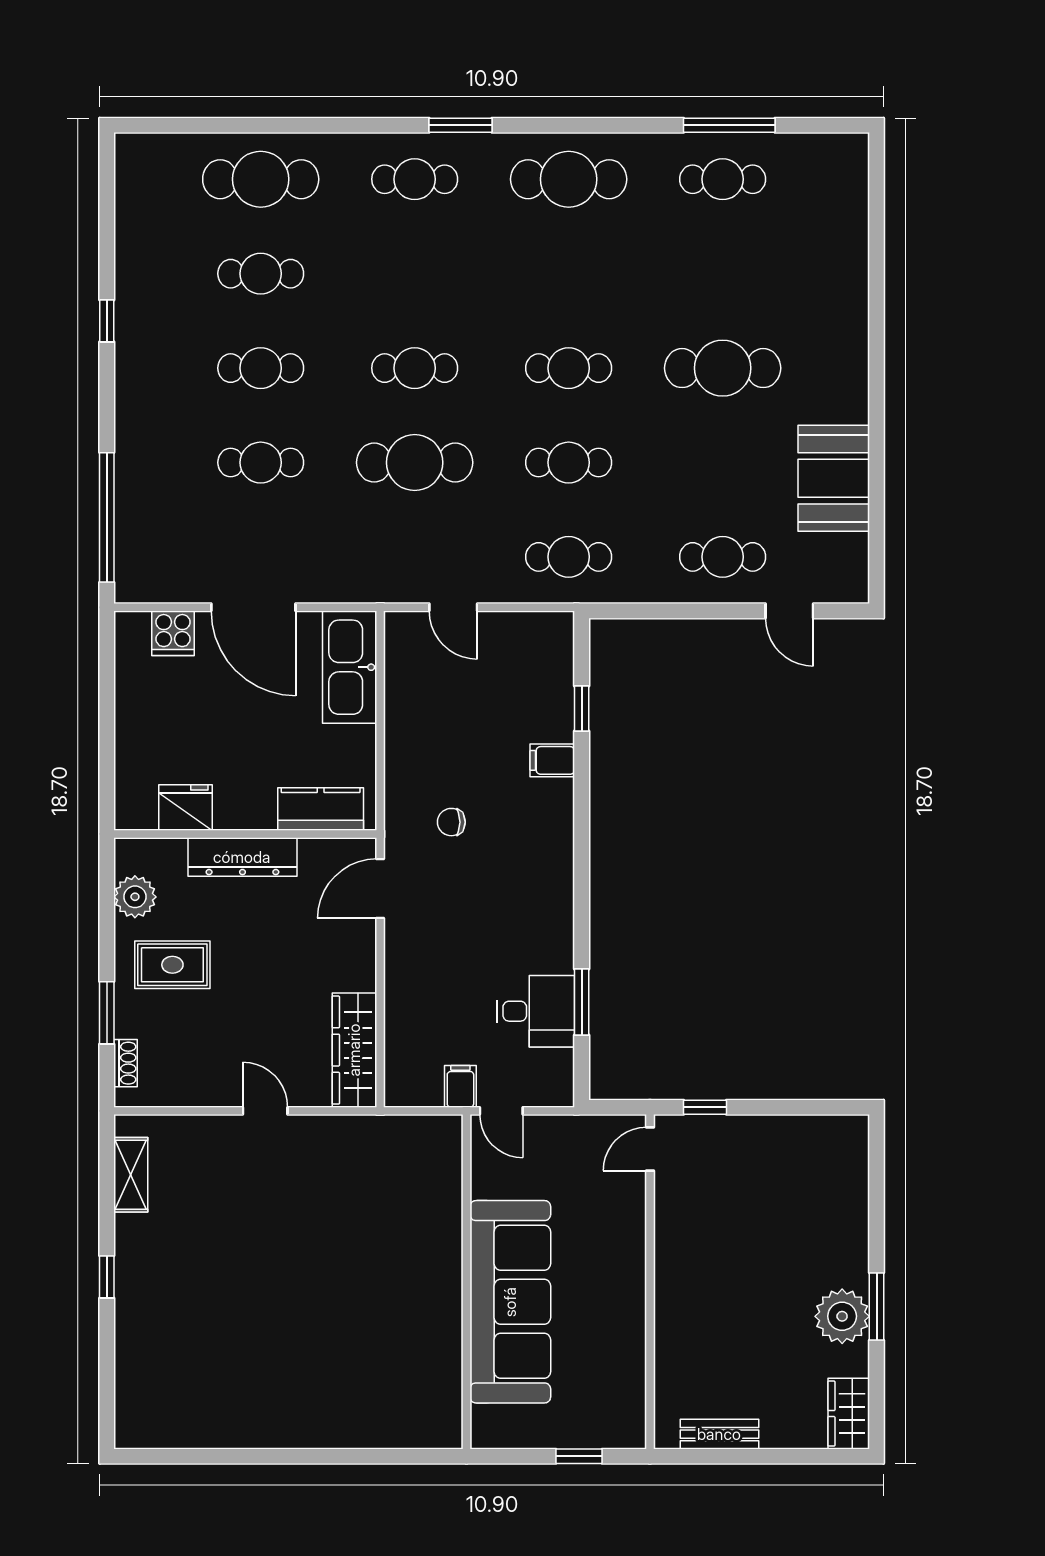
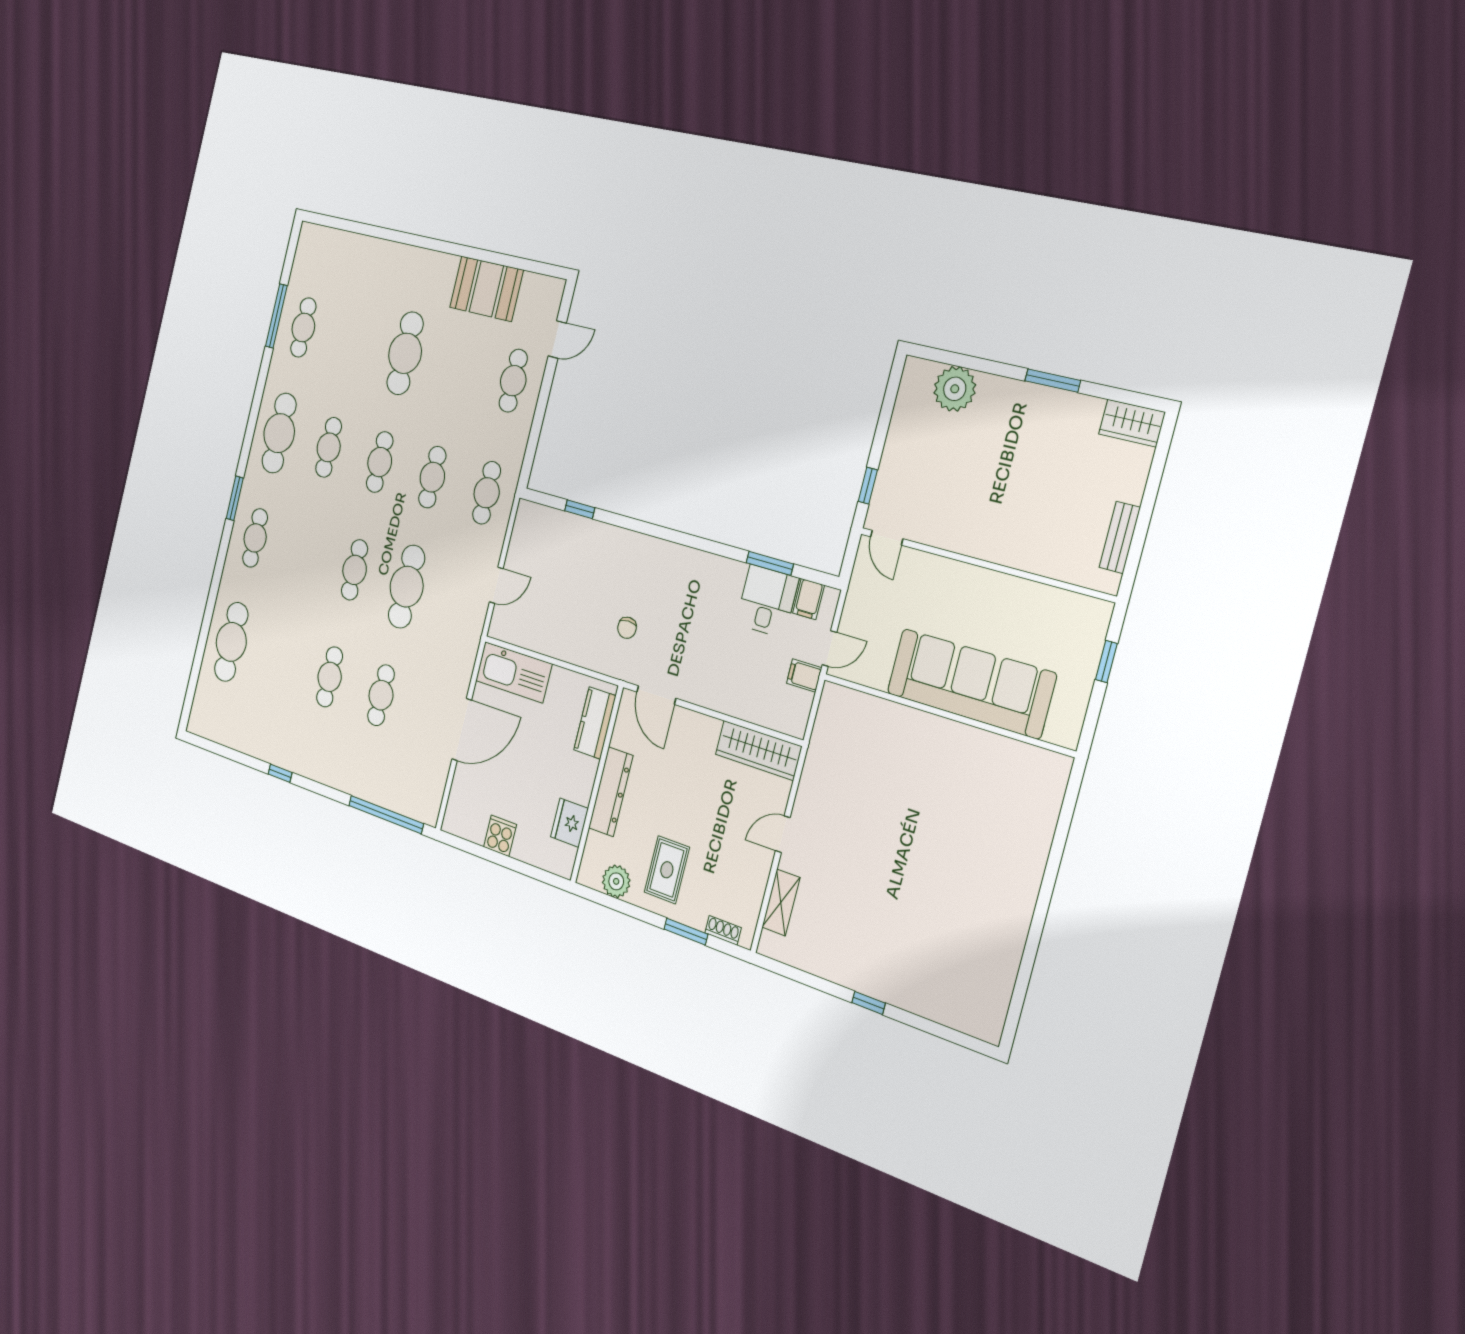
cafe table: (261, 274) -> (329, 447), moved
cooker: (173, 633) -> (500, 836), moved, turned -90
filing cabinet: (552, 760) -> (809, 599), moved
shelving: (131, 1175) -> (781, 902), moved, turned 90
plant: (842, 1316) -> (955, 389), moved

